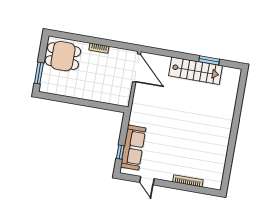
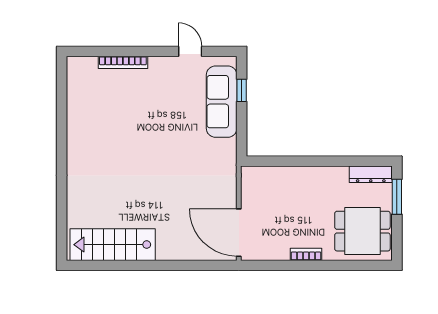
window: (209, 60) -> (122, 265), removed
stairs: (196, 71) -> (113, 245), moved
dresser: (52, 89) -> (371, 174), added

